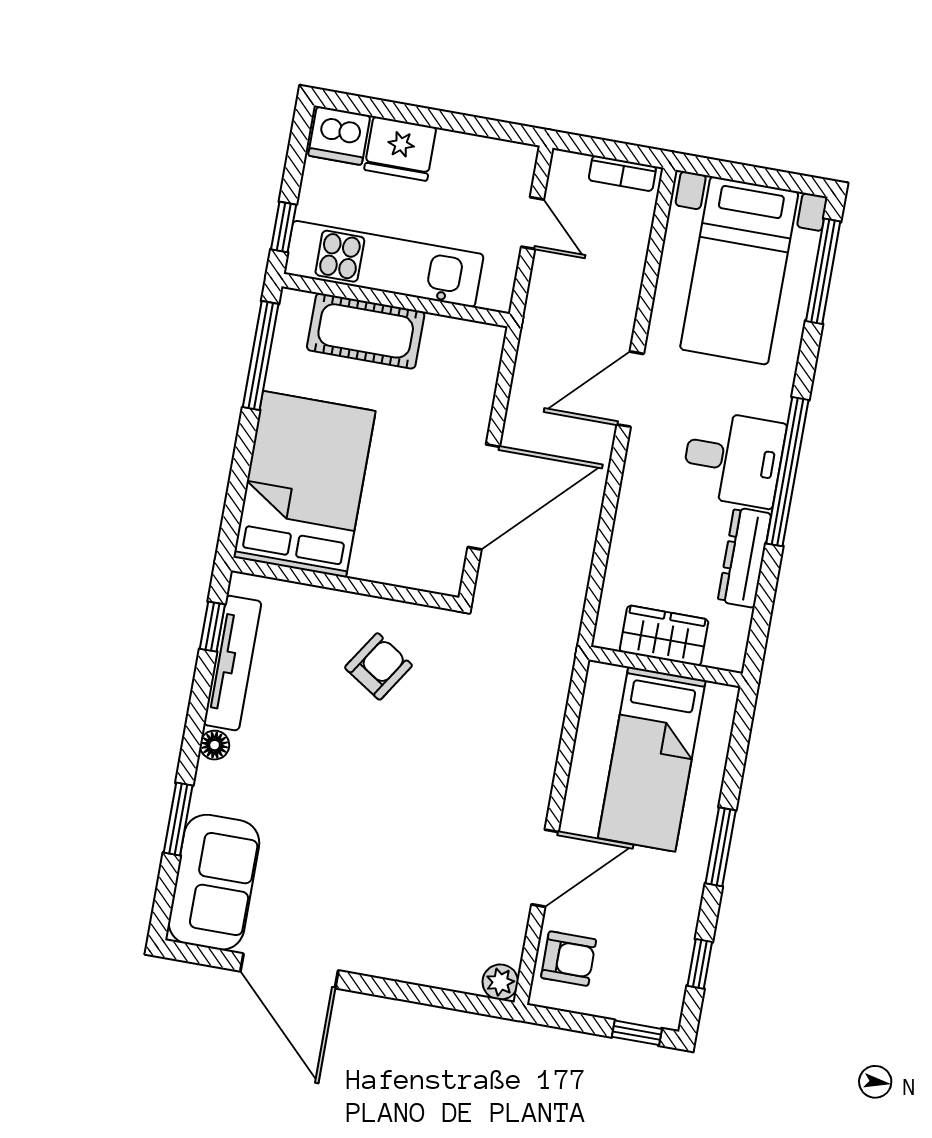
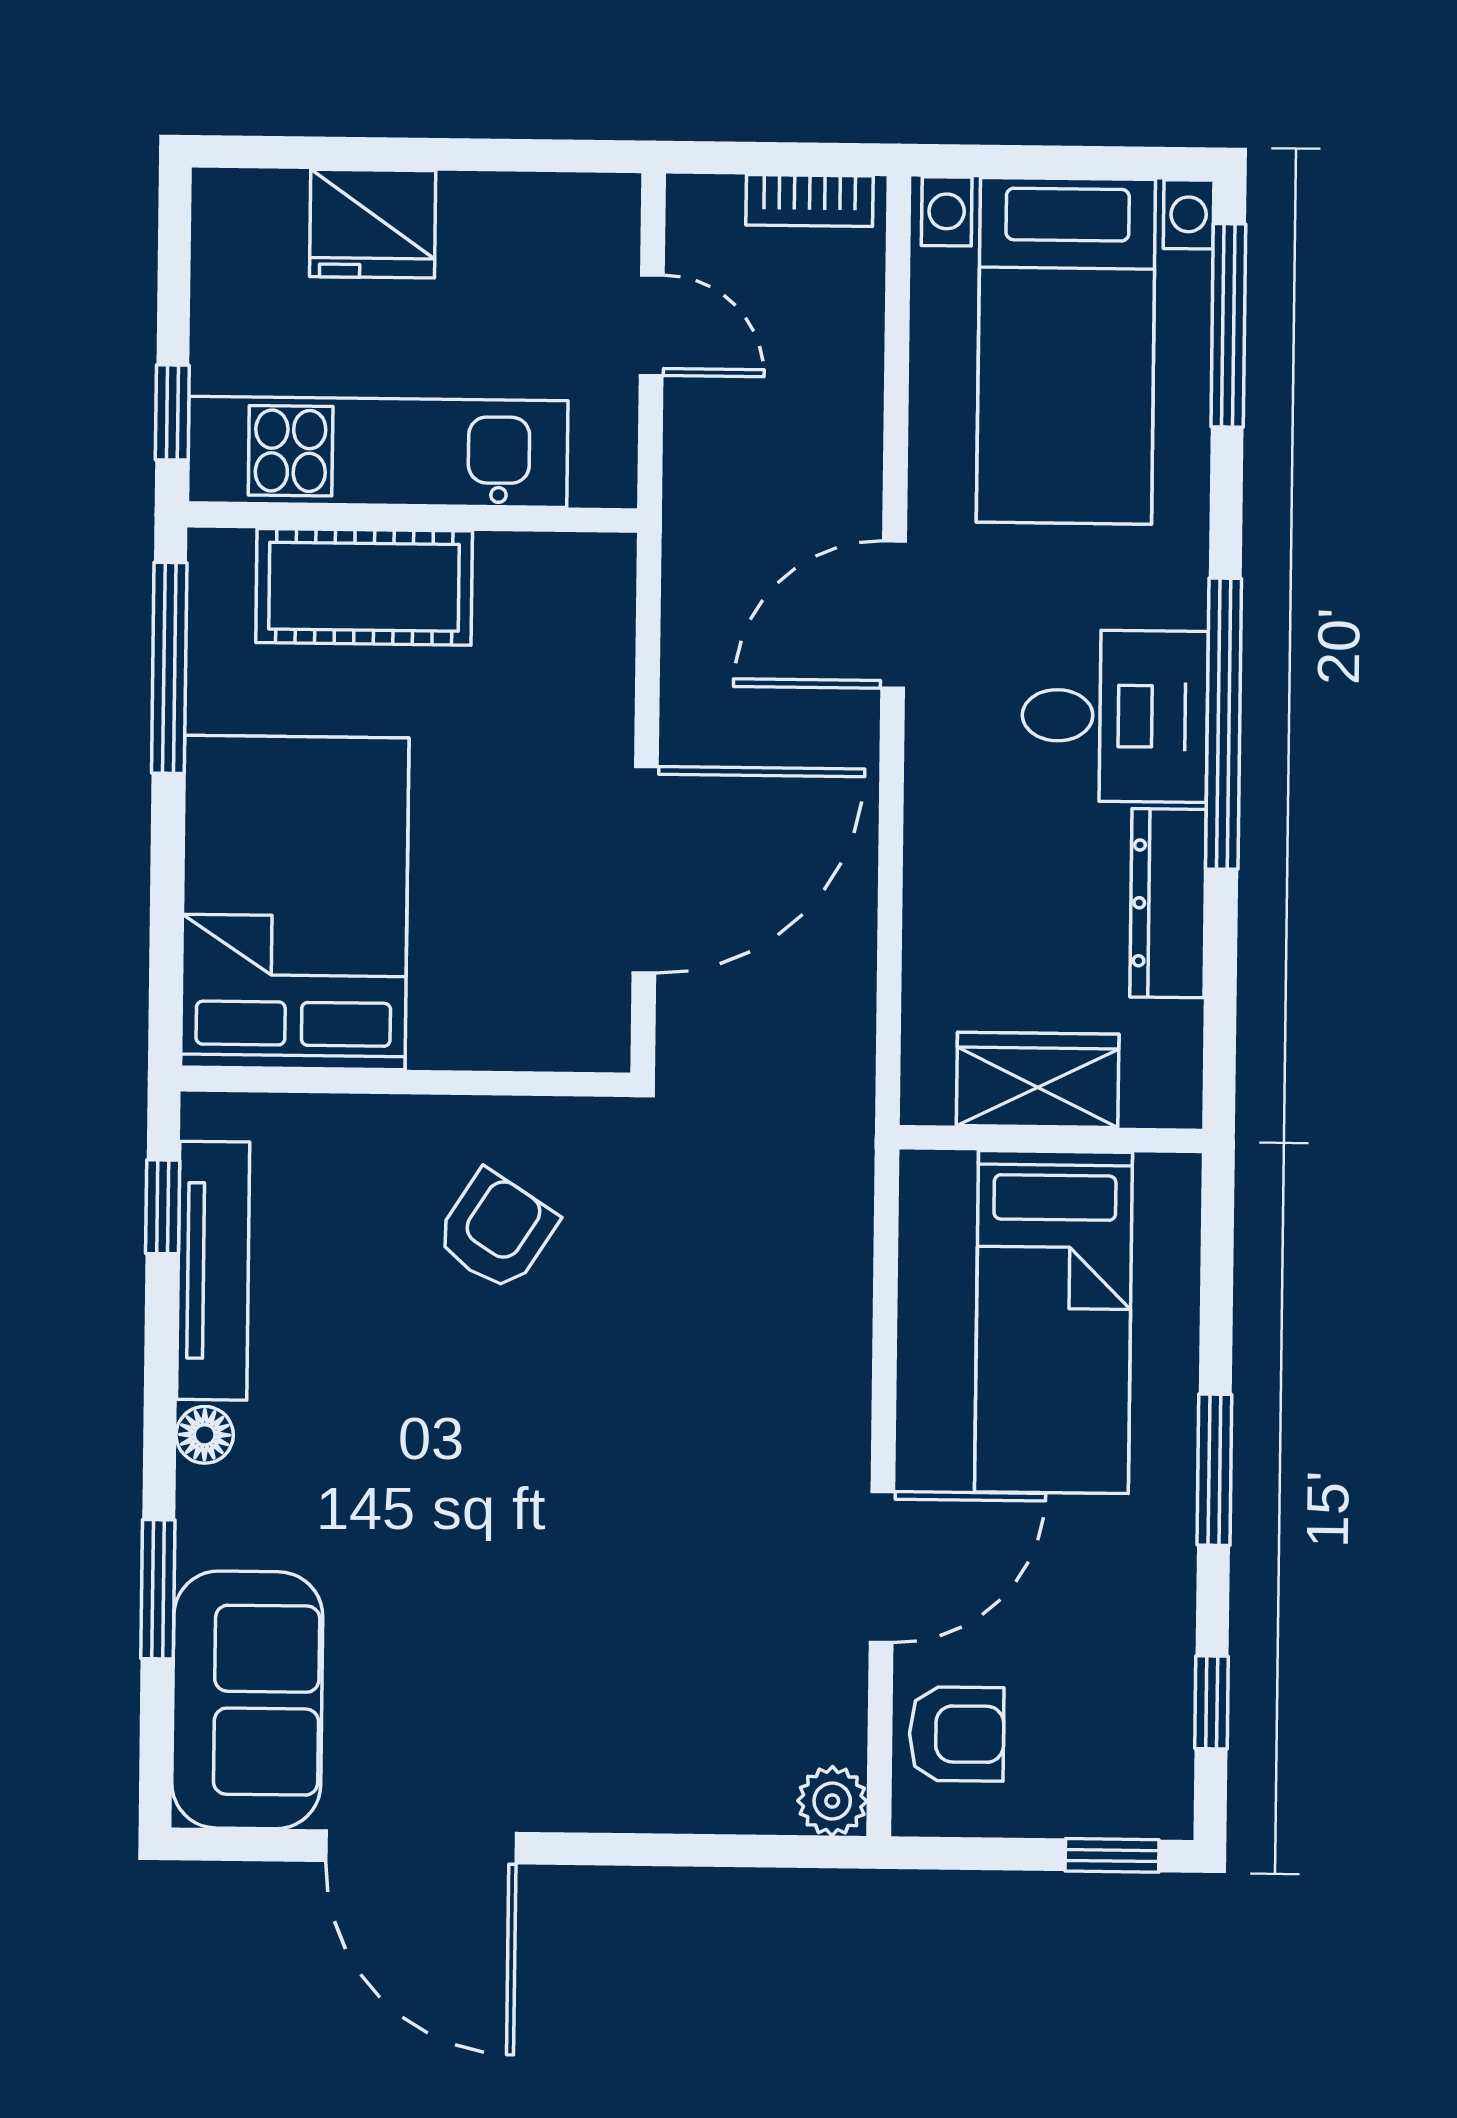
dishwasher: (339, 136) -> (251, 218), removed

